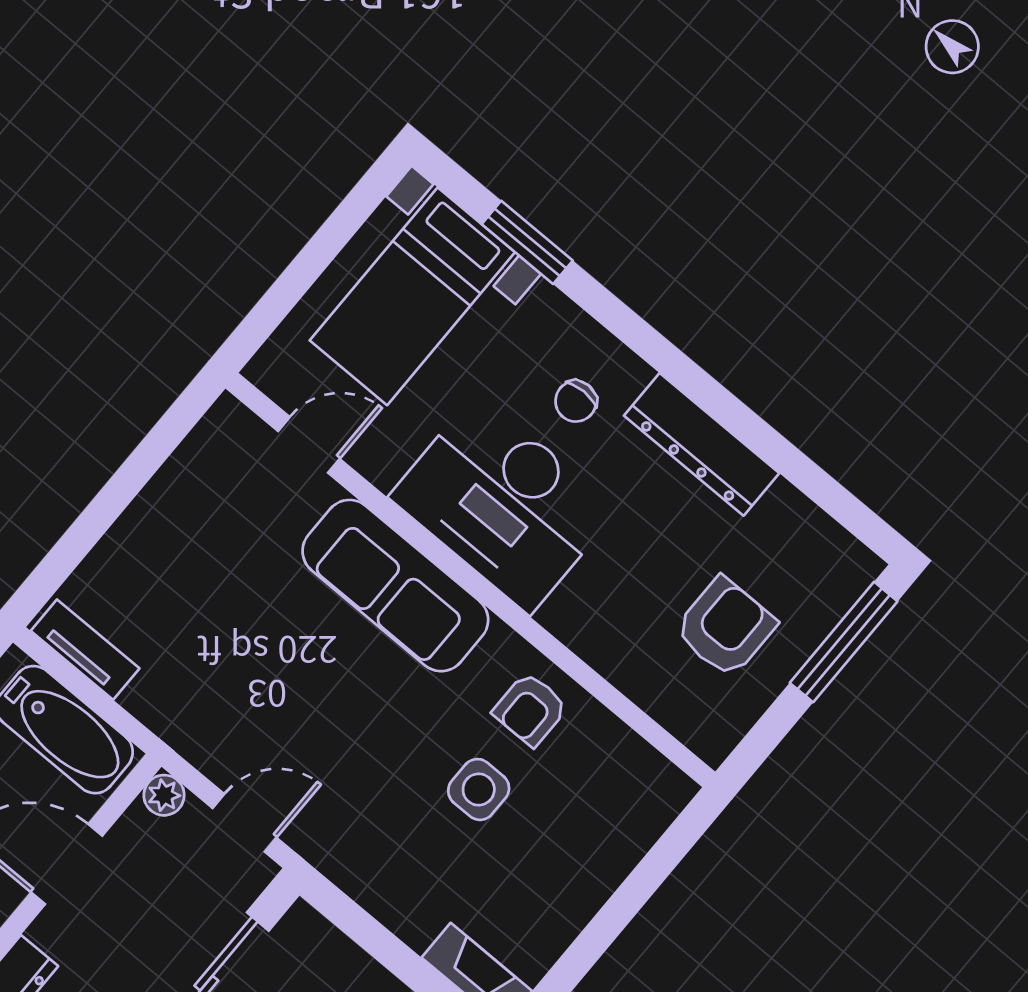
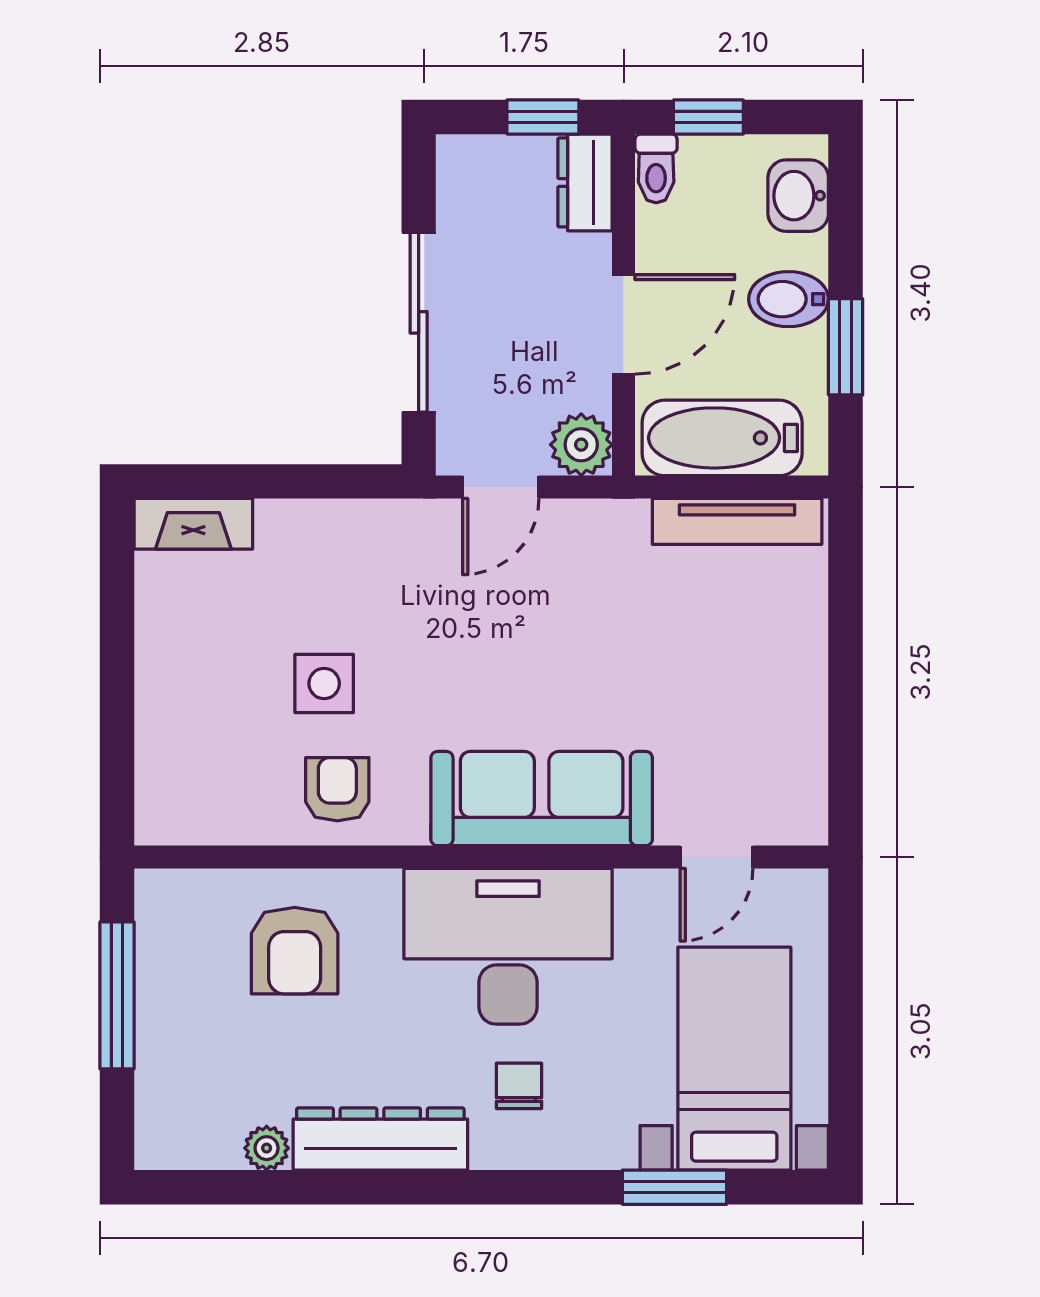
plant: (785, 503) -> (267, 1148), added
armchair: (725, 627) -> (295, 951), moved
window: (844, 642) -> (117, 995), moved
tv unit: (85, 650) -> (737, 521), width x1.41
plant: (164, 795) -> (581, 445), width x1.38, depth x1.38

